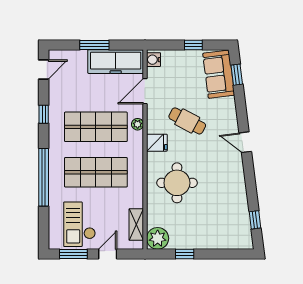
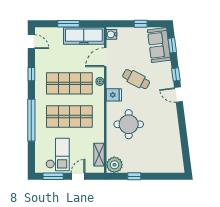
door: (44, 70) -> (31, 42), hinge flipped
window: (255, 220) -> (176, 74), moved
checkout: (80, 224) -> (58, 154), turned 180

